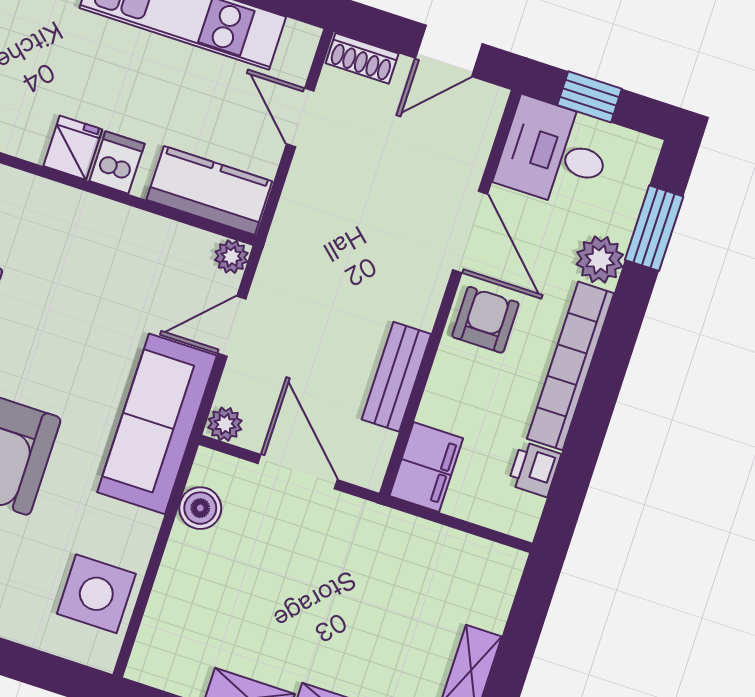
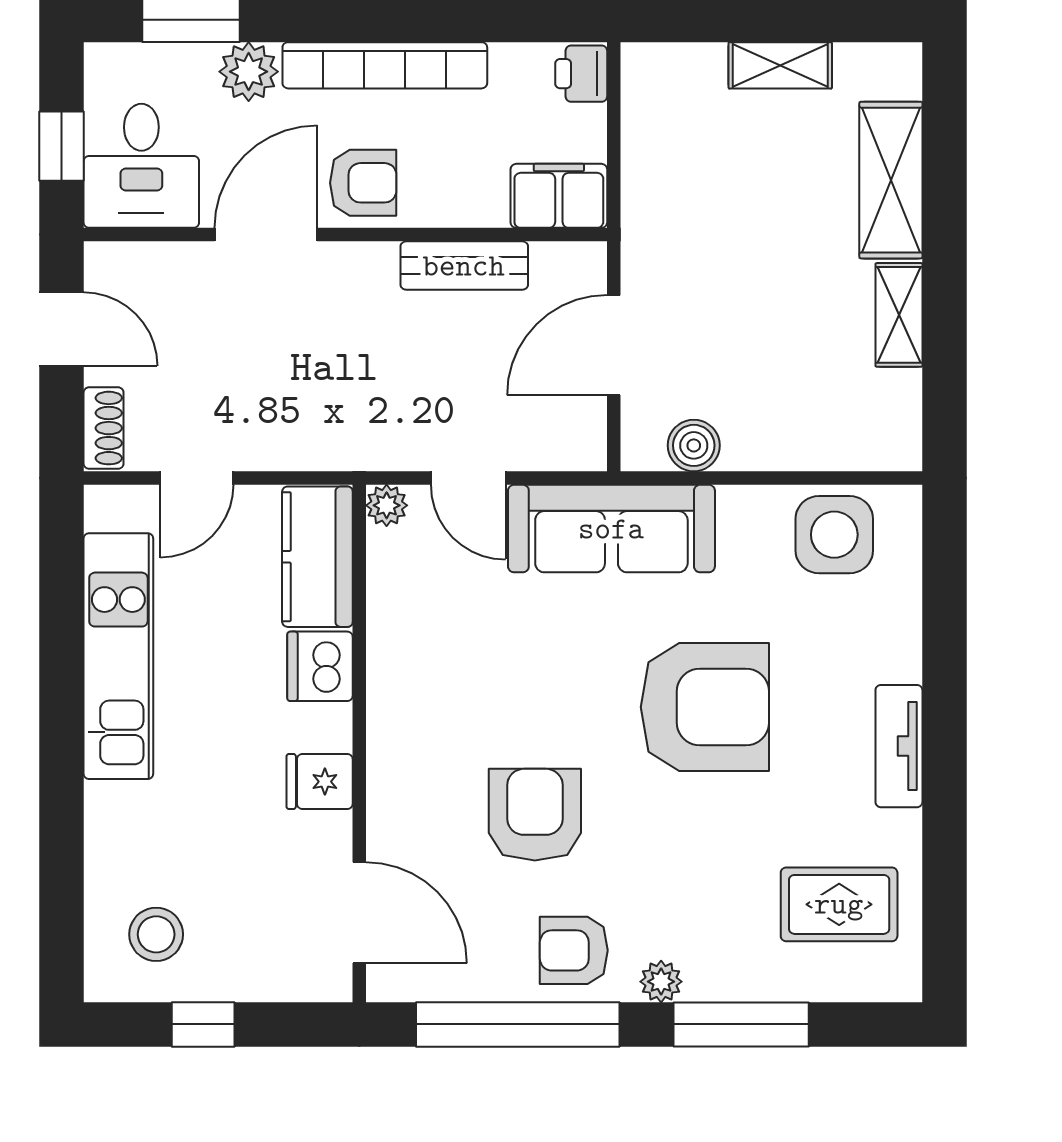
fridge: (73, 148) -> (320, 782), moved
dishwasher: (117, 162) -> (320, 666), width x1.38
armchair: (485, 320) -> (363, 183), turned 180
plant: (225, 424) -> (586, 449), removed
printer: (535, 469) -> (581, 74), moved, turned 90

